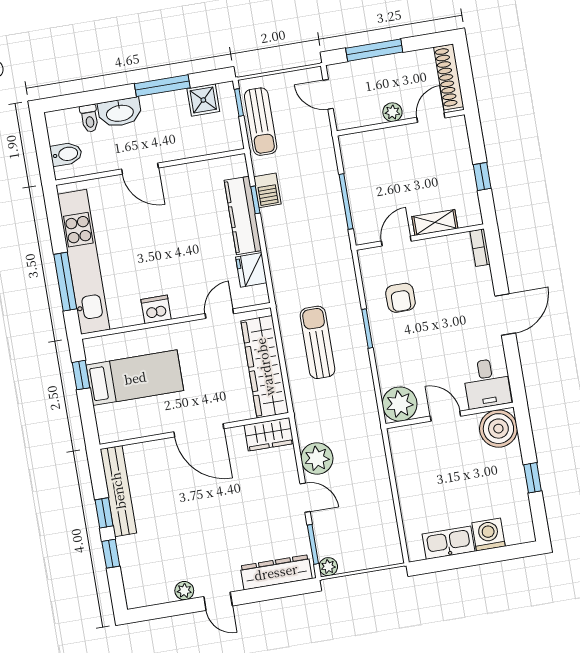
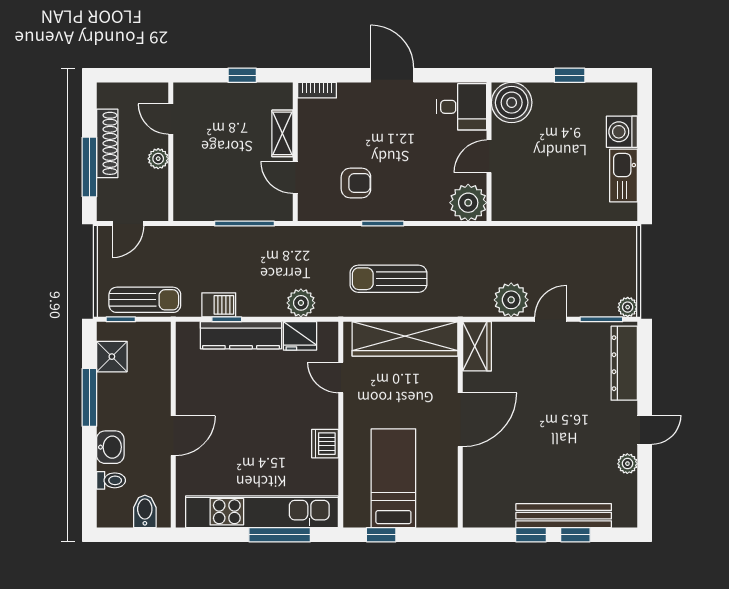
shoe rack: (449, 77) -> (107, 143), moved, turned -90
washbasin: (120, 113) -> (110, 447), width x0.72
plant: (282, 266) -> (301, 303), added
bench: (118, 491) -> (564, 516), moved

